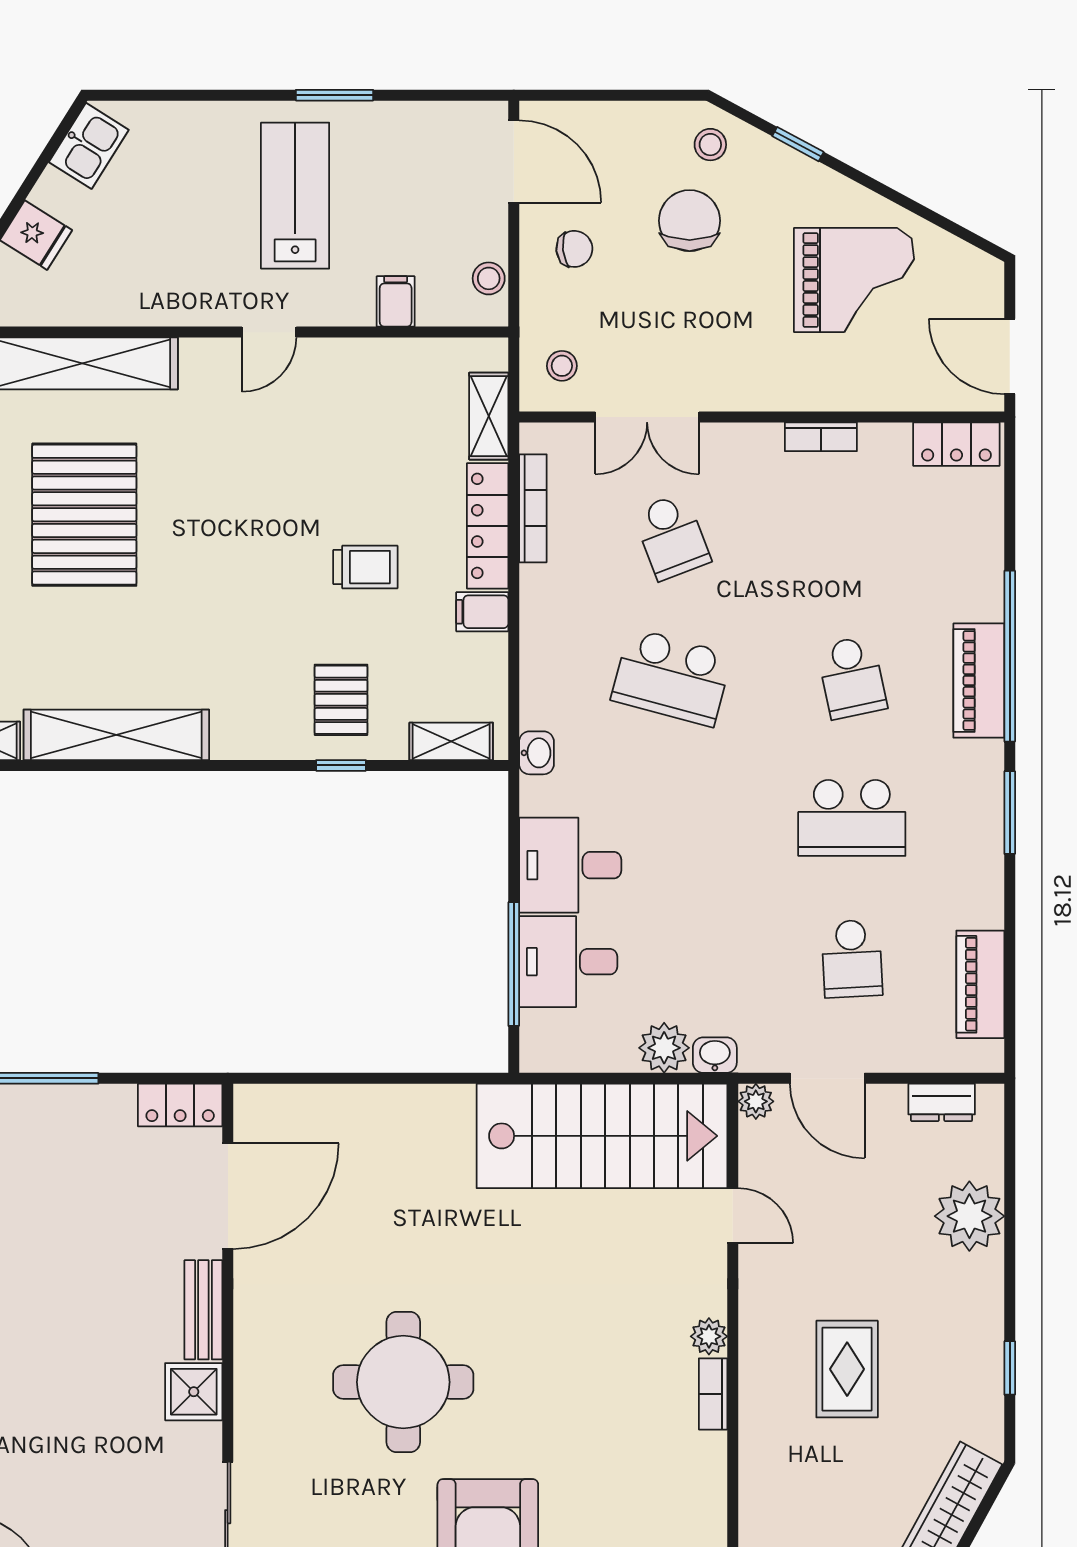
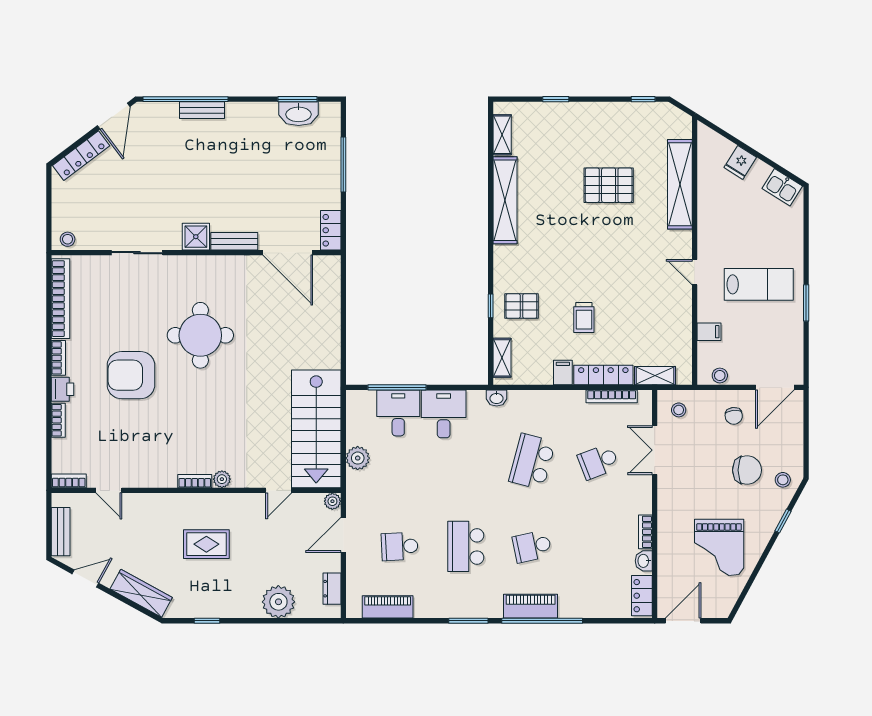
pallet: (84, 515) -> (609, 185), width x0.73, depth x0.71
washbasin: (715, 1055) -> (644, 561), moved, turned 180

